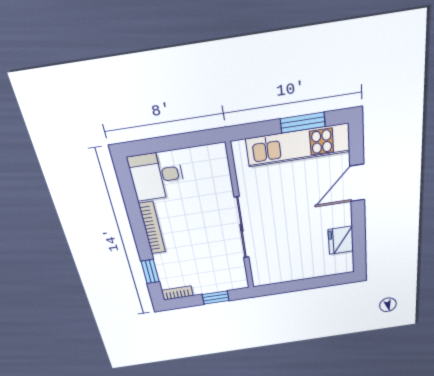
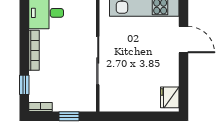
door: (357, 183) -> (183, 40), swing flipped
fridge: (341, 240) -> (170, 97), moved

